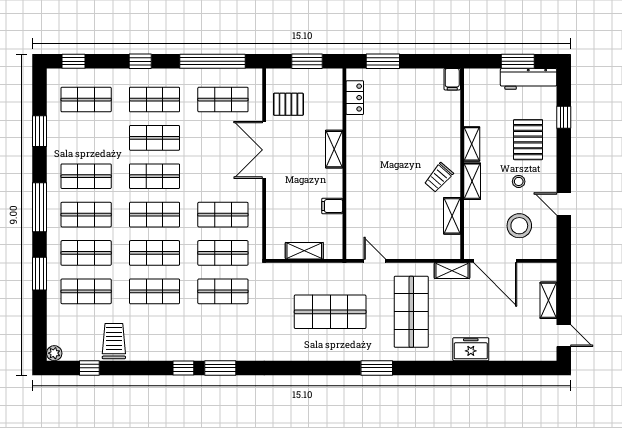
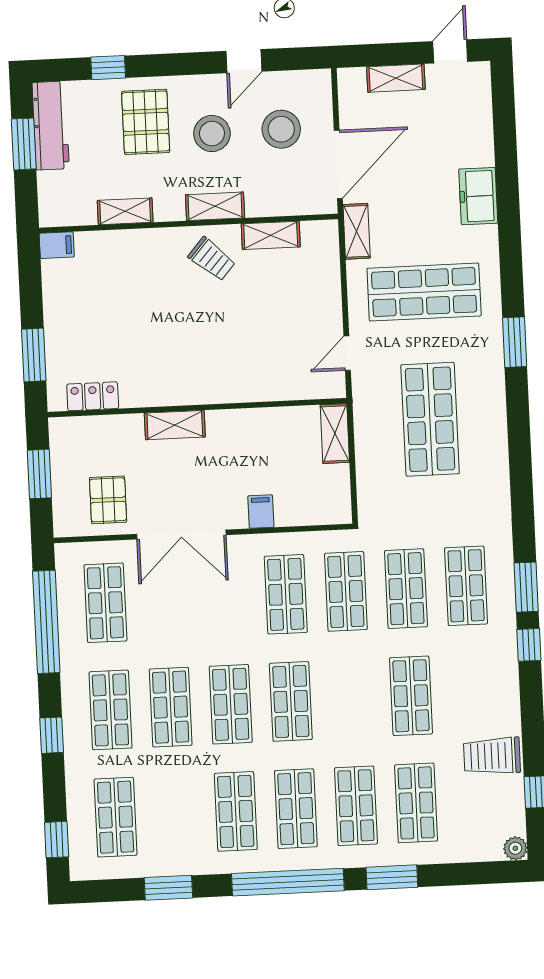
pallet: (528, 140) -> (146, 122), turned 90
shelving: (472, 144) -> (125, 211), moved
stool: (519, 181) -> (212, 134), width x1.89, depth x1.89
filing cabinet: (332, 206) -> (261, 512), moved, turned 180
window: (40, 207) -> (288, 882), width x1.46
shelving: (304, 251) -> (335, 434), moved
shop shelf: (155, 253) -> (466, 586), moved

